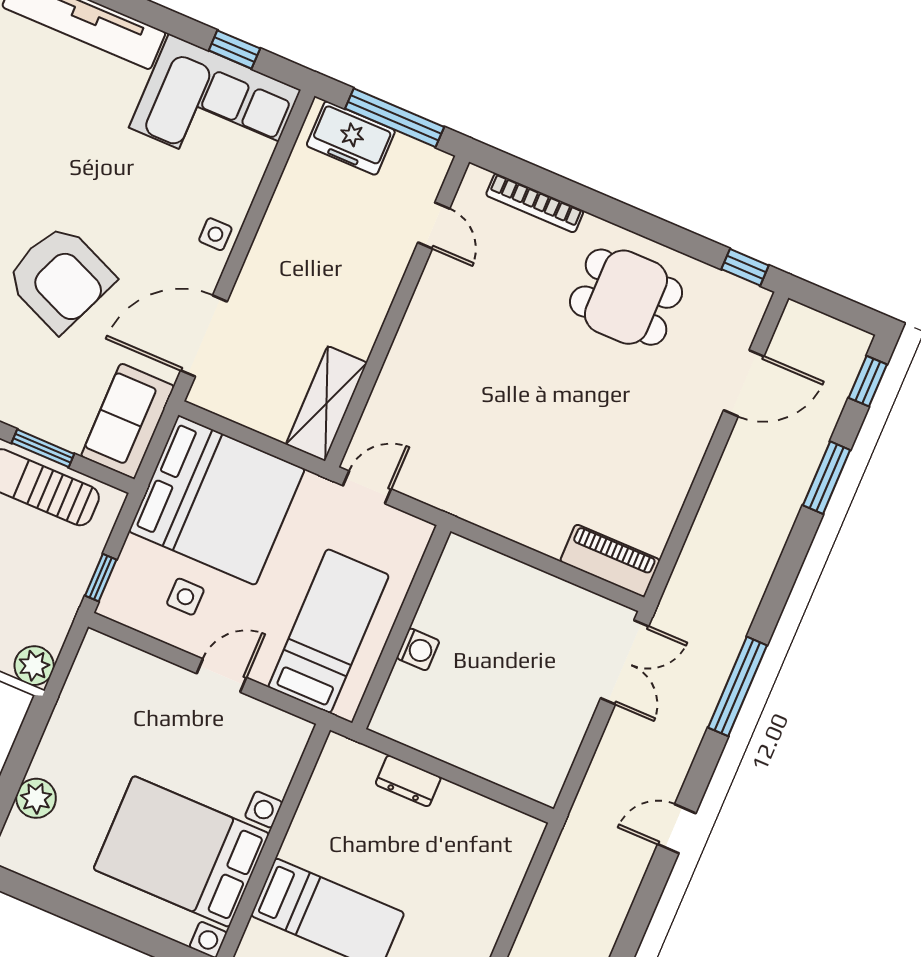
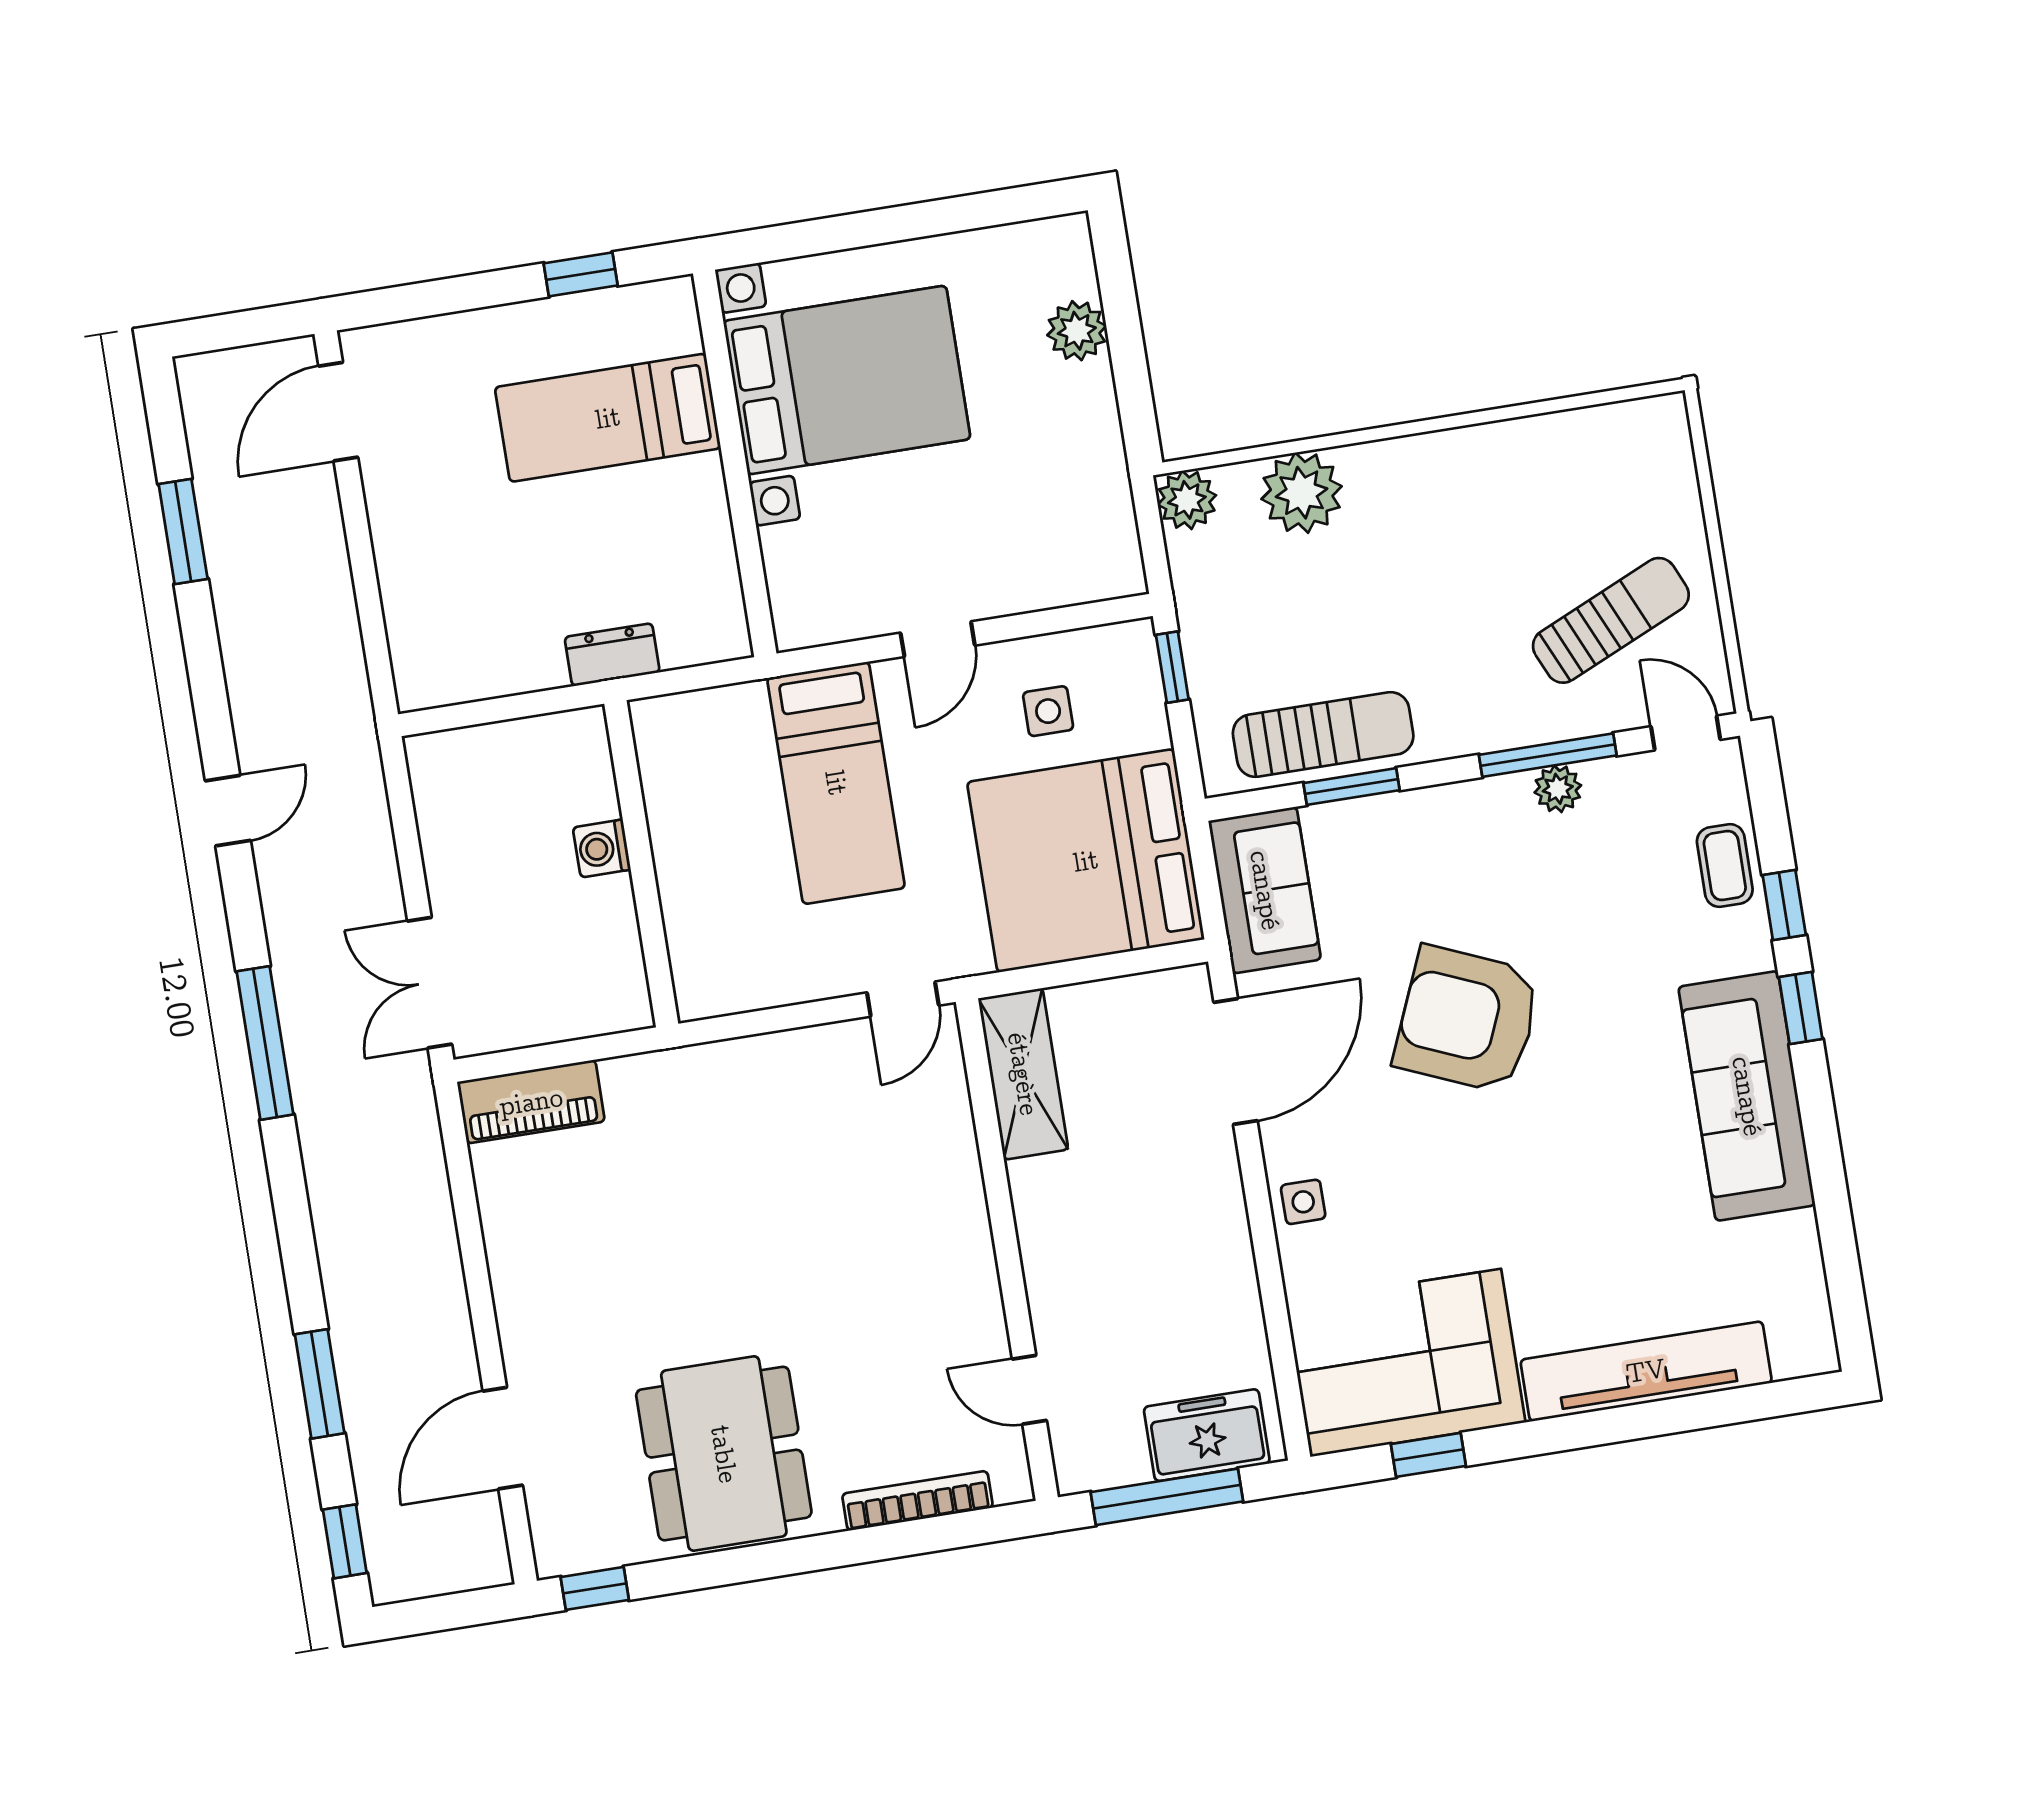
dining table: (626, 297) -> (724, 1454), width x1.38
wall: (401, 627) -> (641, 864), moved
washing machine: (418, 649) -> (602, 848), moved

